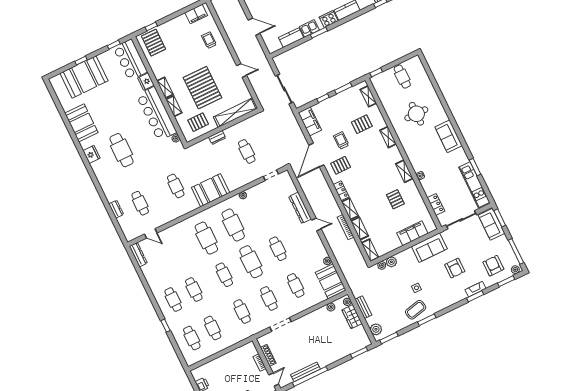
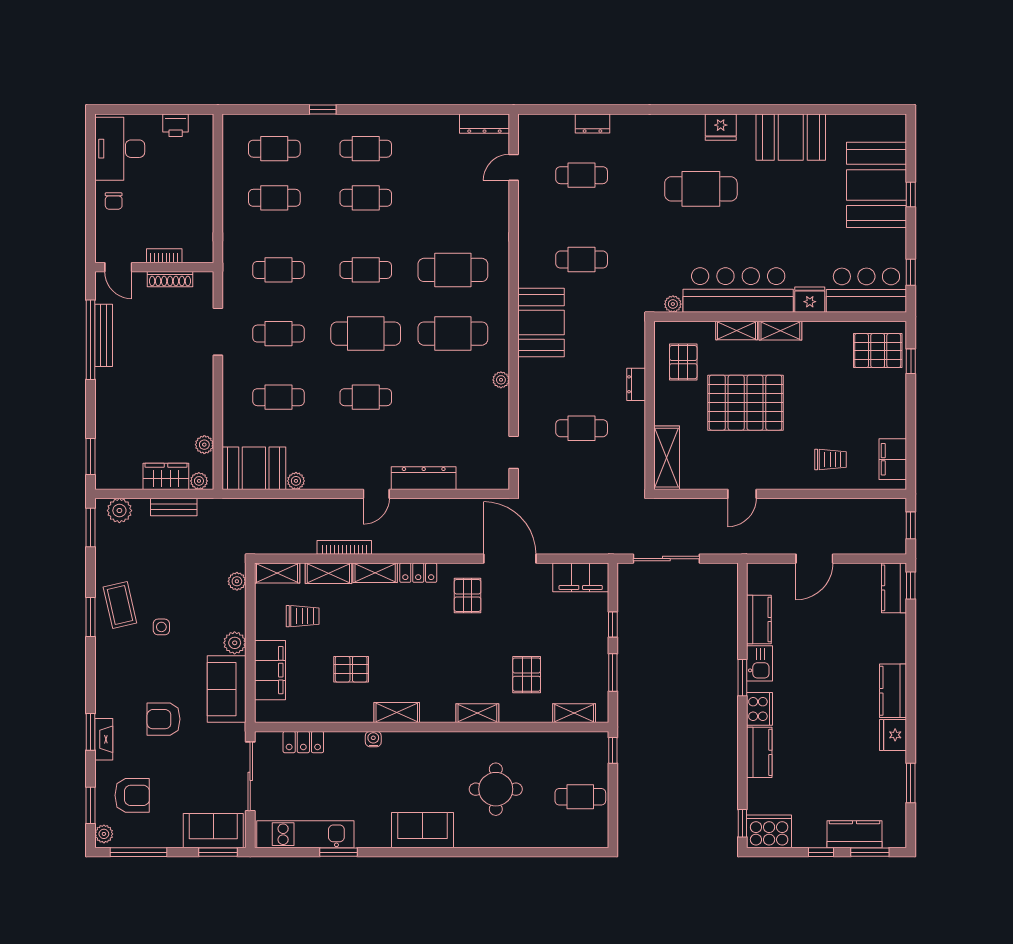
shelving: (236, 113) -> (667, 458), width x0.68
trolley: (341, 141) -> (303, 616), moved
plant: (391, 262) -> (235, 643), moved

